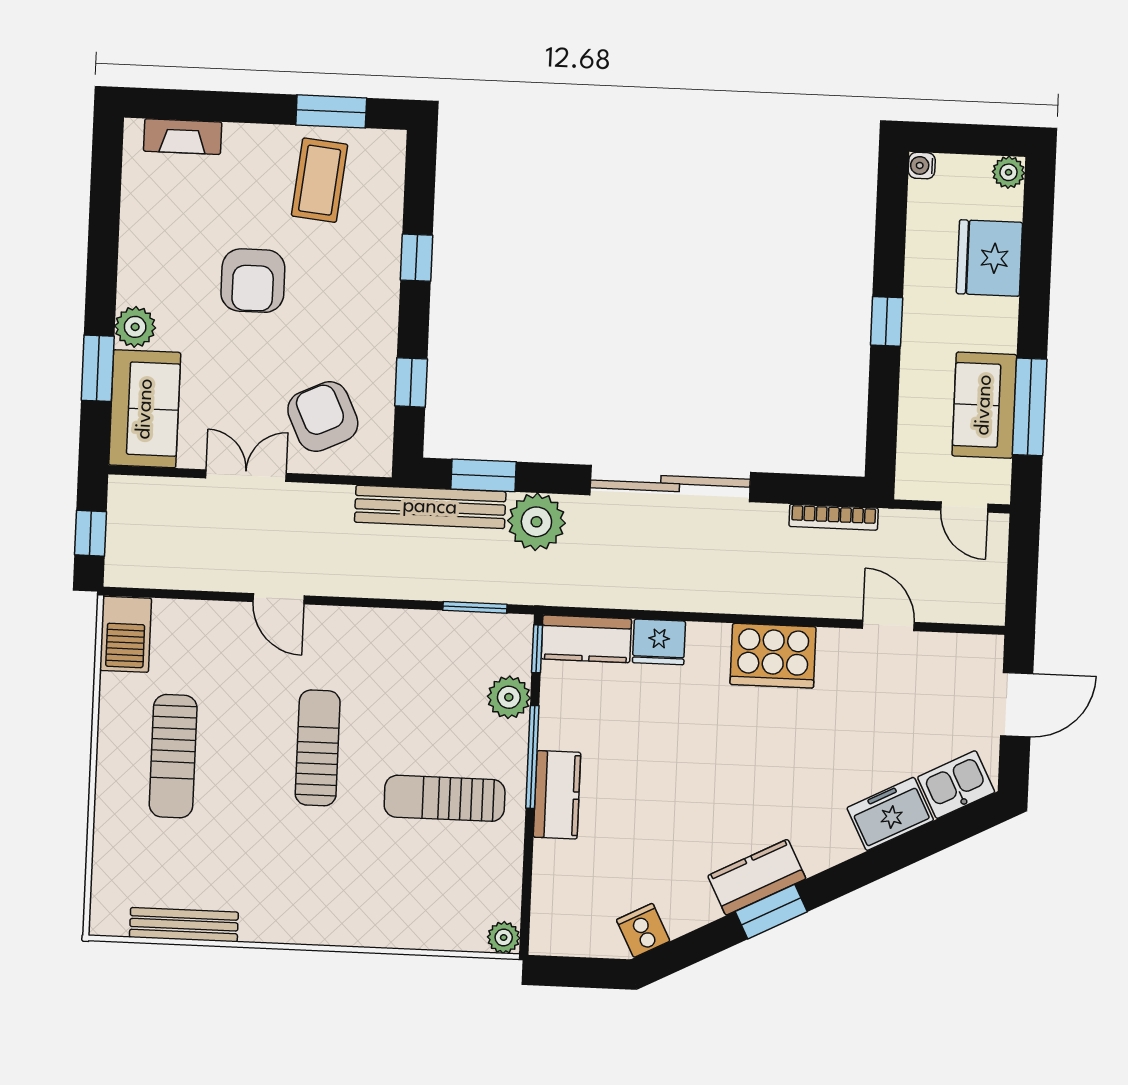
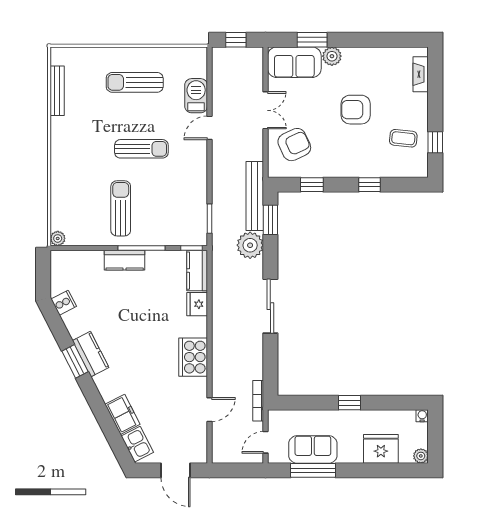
window: (331, 111) -> (435, 142), width x0.67
coffee table: (320, 180) -> (403, 138), width x0.73, depth x0.77
sliding door: (670, 484) -> (270, 306), width x0.73
bookcase: (834, 517) -> (258, 401), moved
barbecue: (126, 634) -> (196, 96), moved, turned 90
plant: (509, 697) -> (169, 236), removed

